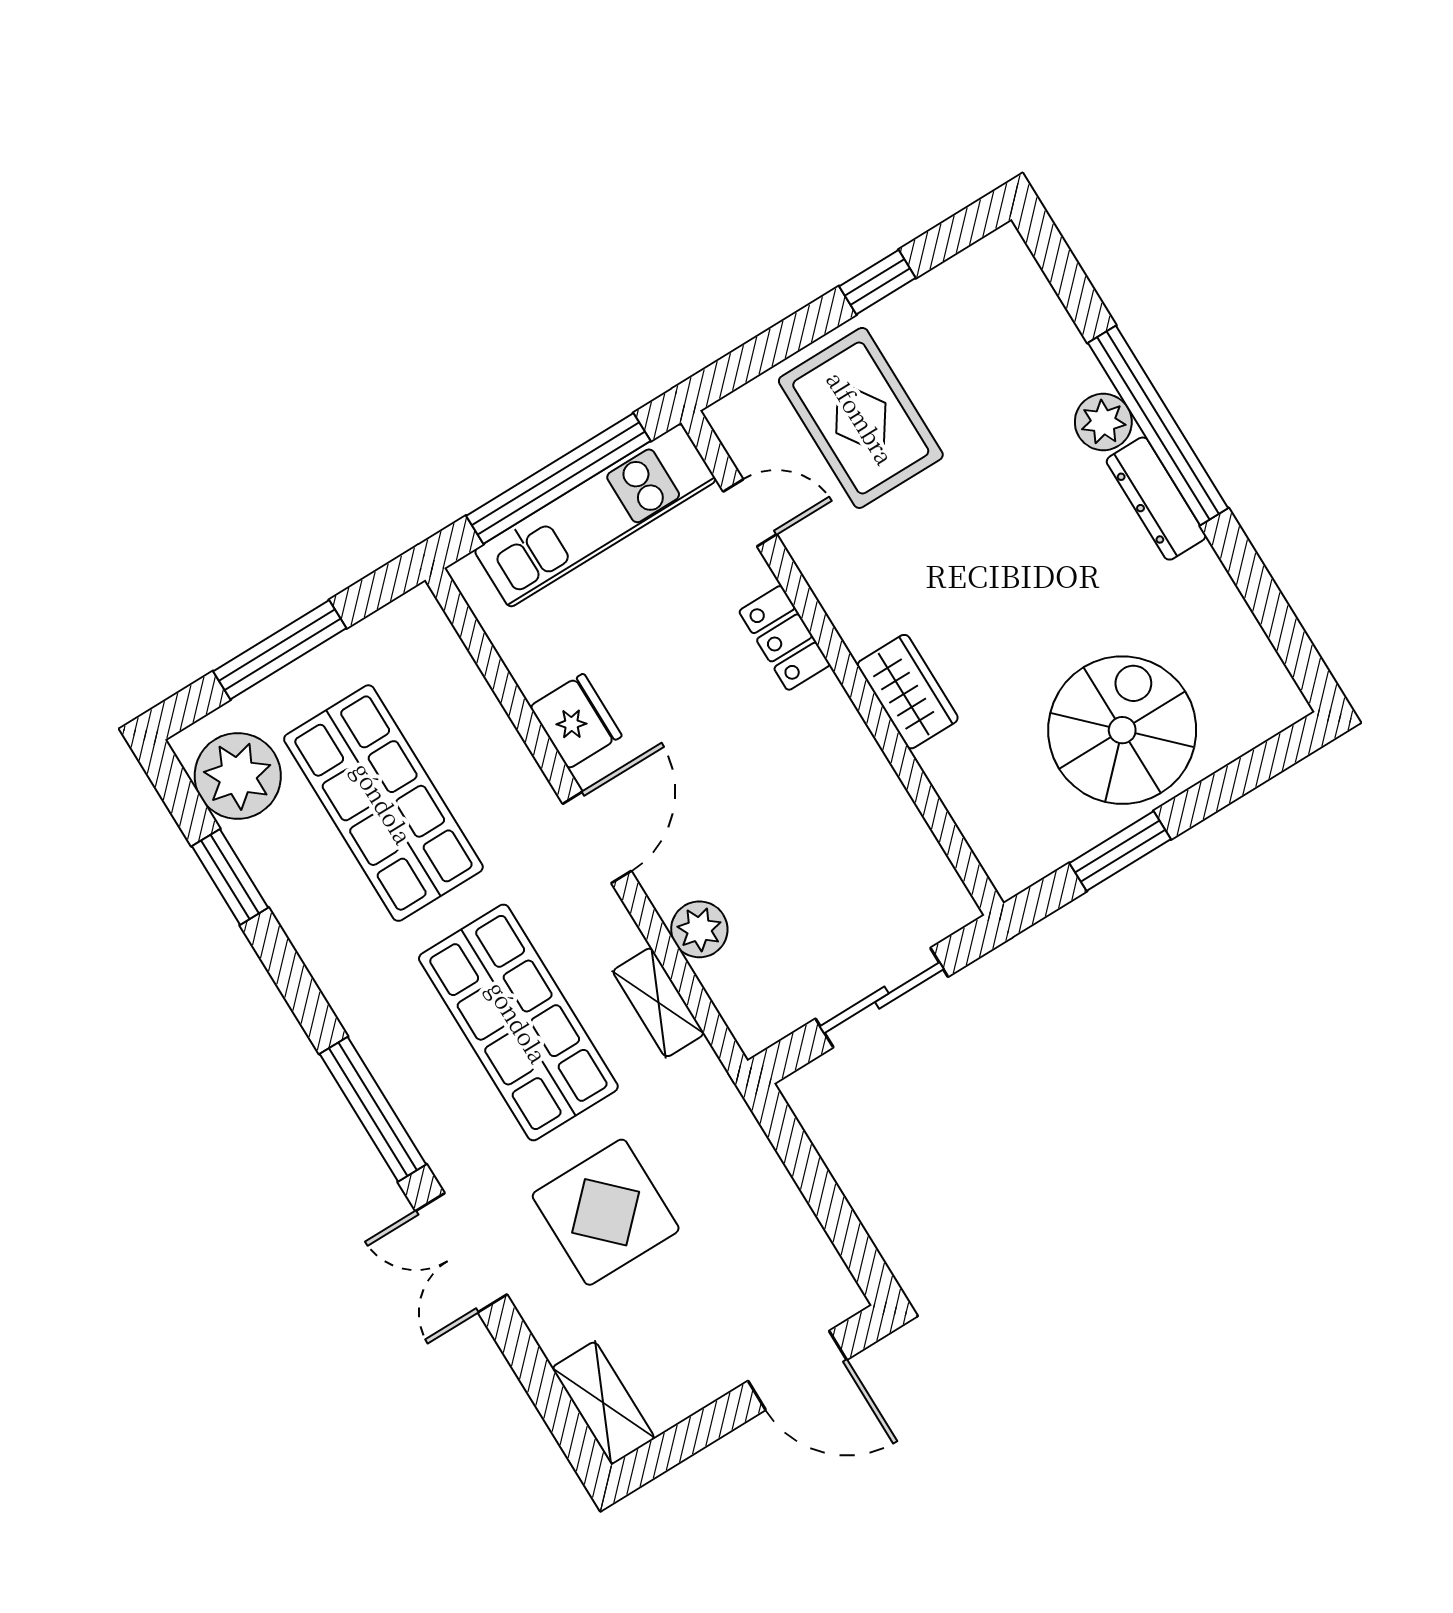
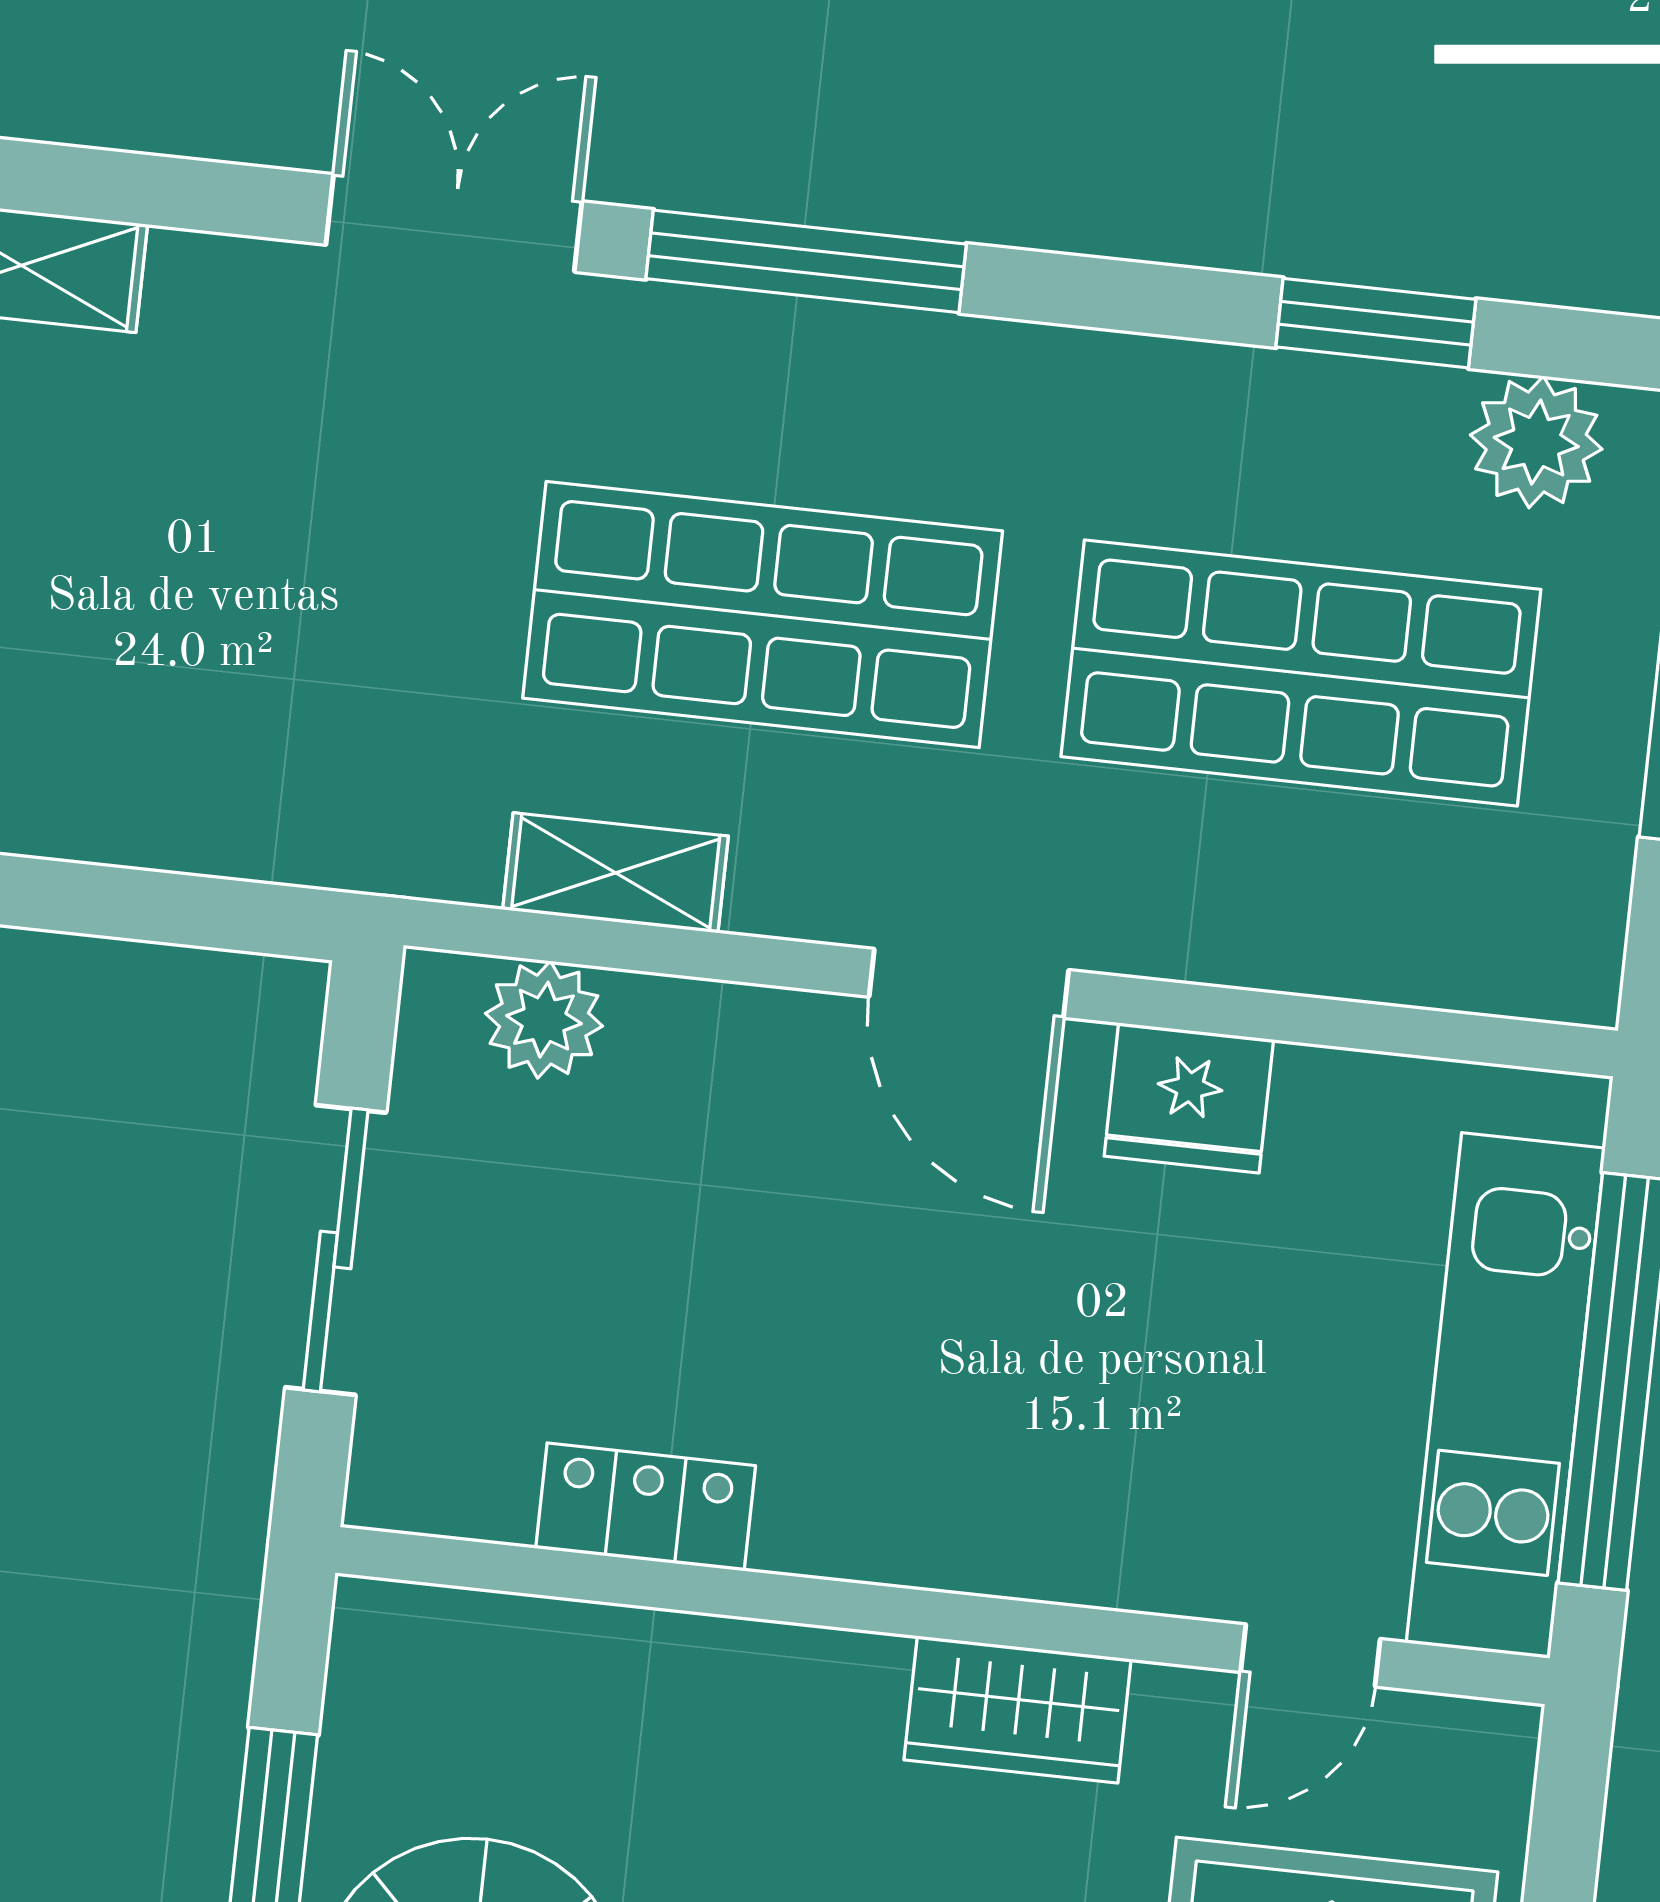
locker: (784, 638) -> (646, 1507), moved
wardrobe: (908, 692) -> (1018, 1710), moved
plant: (238, 776) -> (1536, 442), width x0.73, depth x0.73
plant: (699, 929) -> (544, 1020), moved
display table: (606, 1212) -> (335, 515), removed

